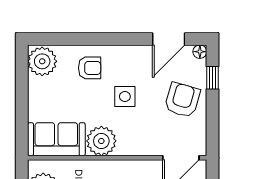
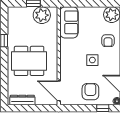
armchair: (182, 100) -> (90, 92), turned -106
plant: (101, 141) -> (68, 47), removed

